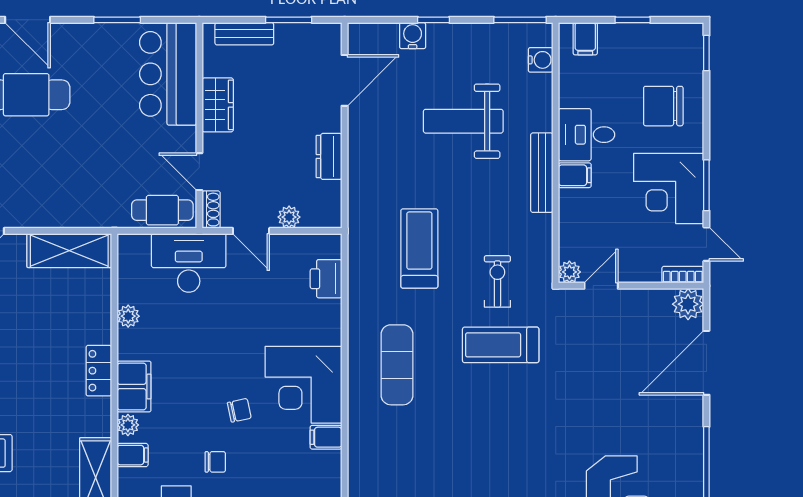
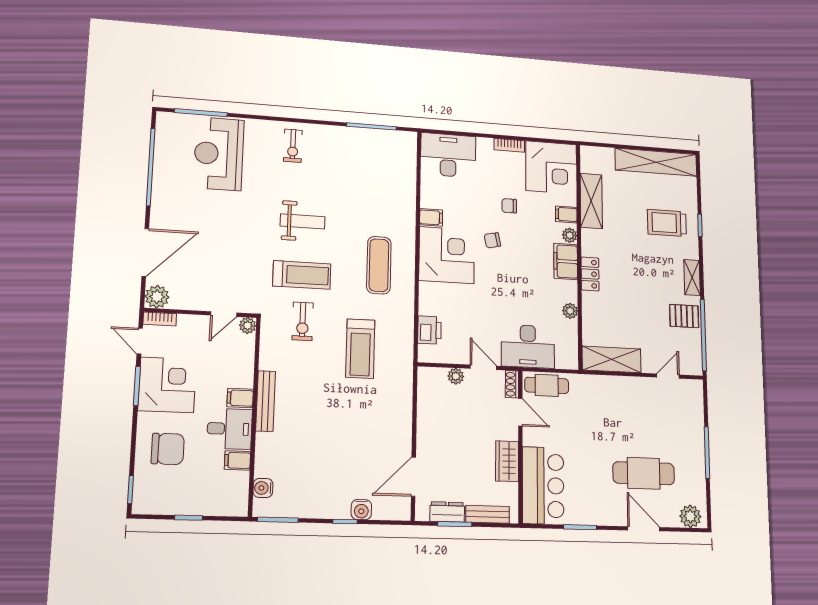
filing cabinet: (585, 39) -> (238, 460), moved, turned -90
weight bench: (463, 121) -> (303, 221), moved, width x0.73, depth x0.75
dresser: (329, 156) -> (447, 512), moved, turned -90

